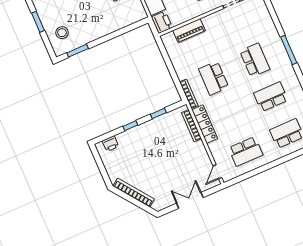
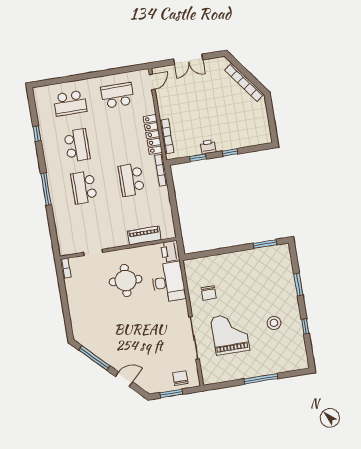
stool: (62, 33) -> (276, 267), removed
school desk: (214, 78) -> (131, 180), turned 180
school desk: (271, 97) -> (77, 145), turned -90
printer: (110, 144) -> (208, 147), moved

